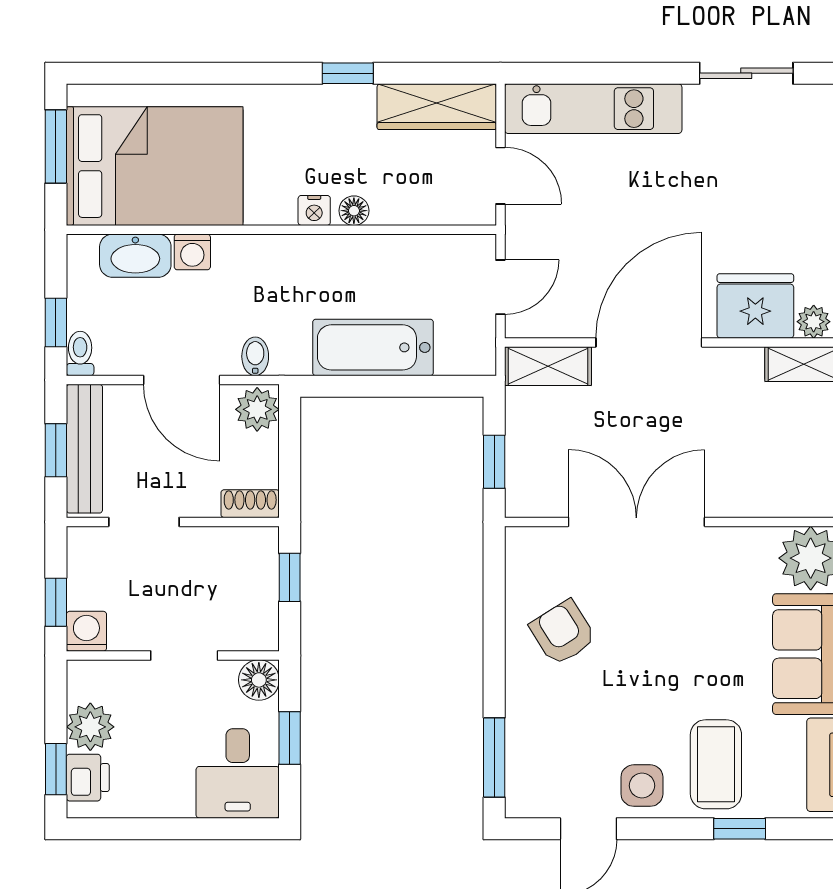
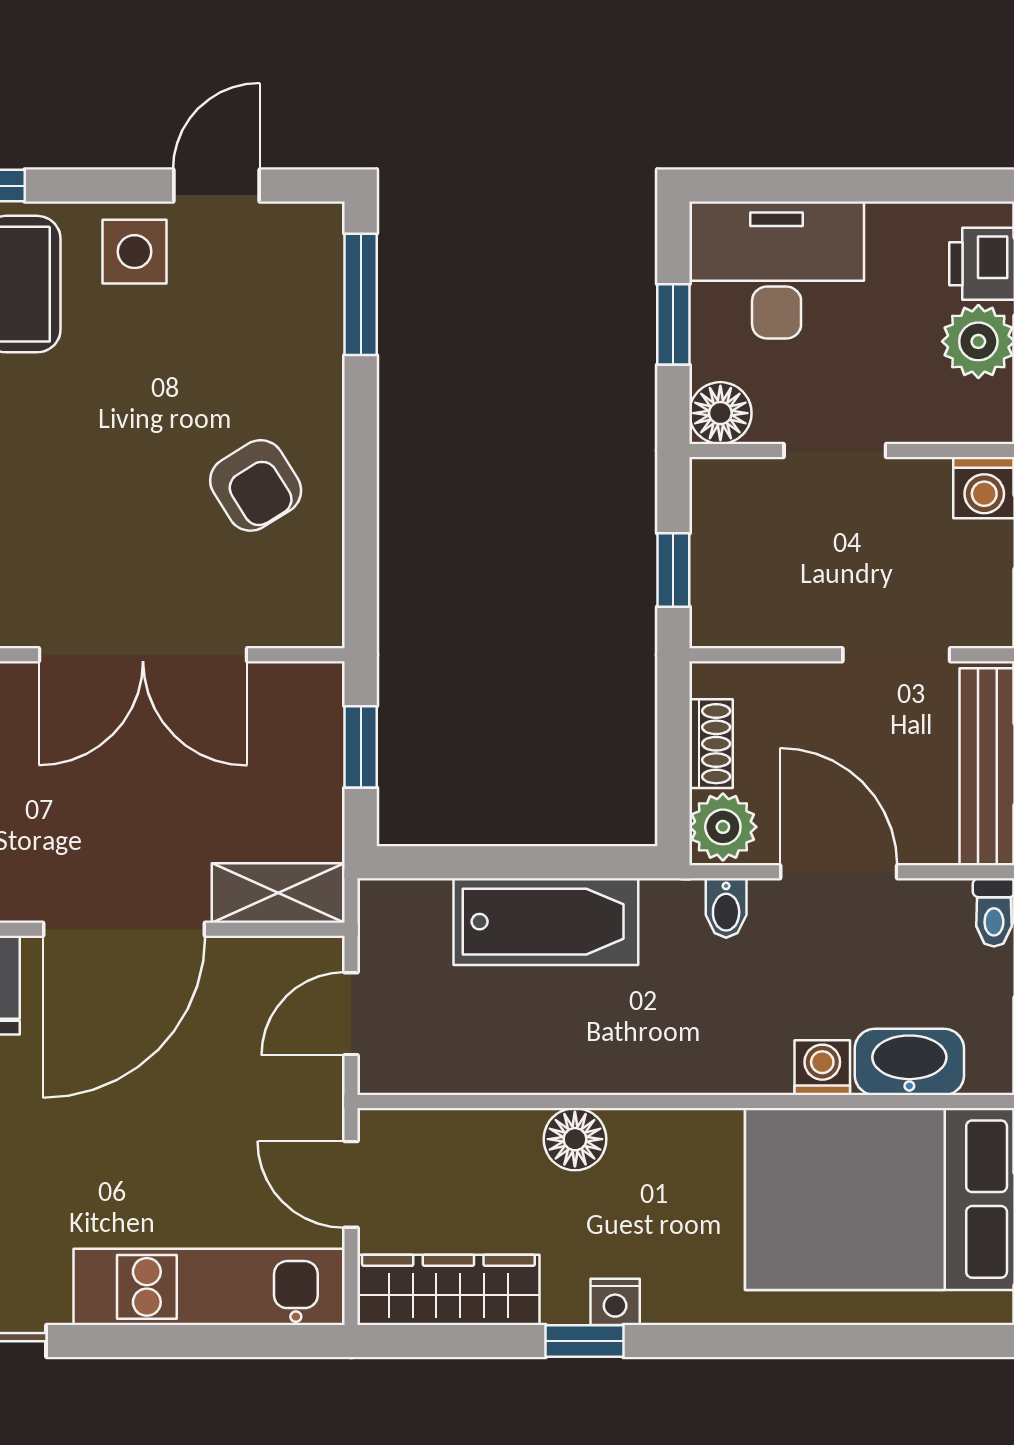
nightstand: (314, 210) -> (615, 1302), moved, turned 180
floor lamp: (354, 211) -> (575, 1139), width x1.37, depth x1.37
shoe rack: (250, 504) -> (711, 744), moved, turned -90
desk: (238, 773) -> (777, 270), width x1.37

